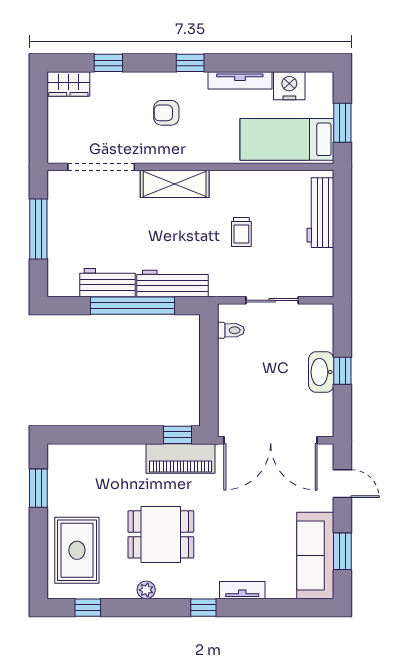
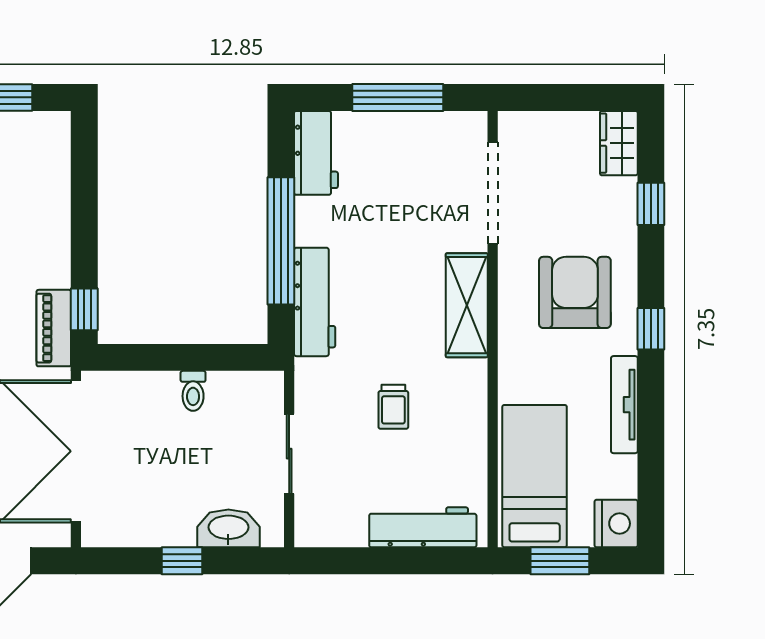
nightstand: (289, 86) -> (616, 524), moved
armchair: (166, 113) -> (575, 292), width x1.88, depth x1.88
trolley: (241, 232) -> (393, 407), turned -90
workbench: (108, 283) -> (316, 153), moved
toilet: (231, 330) -> (193, 391), moved
washbasin: (321, 372) -> (228, 528), moved
piano: (181, 458) -> (54, 328), width x0.73, depth x0.75

